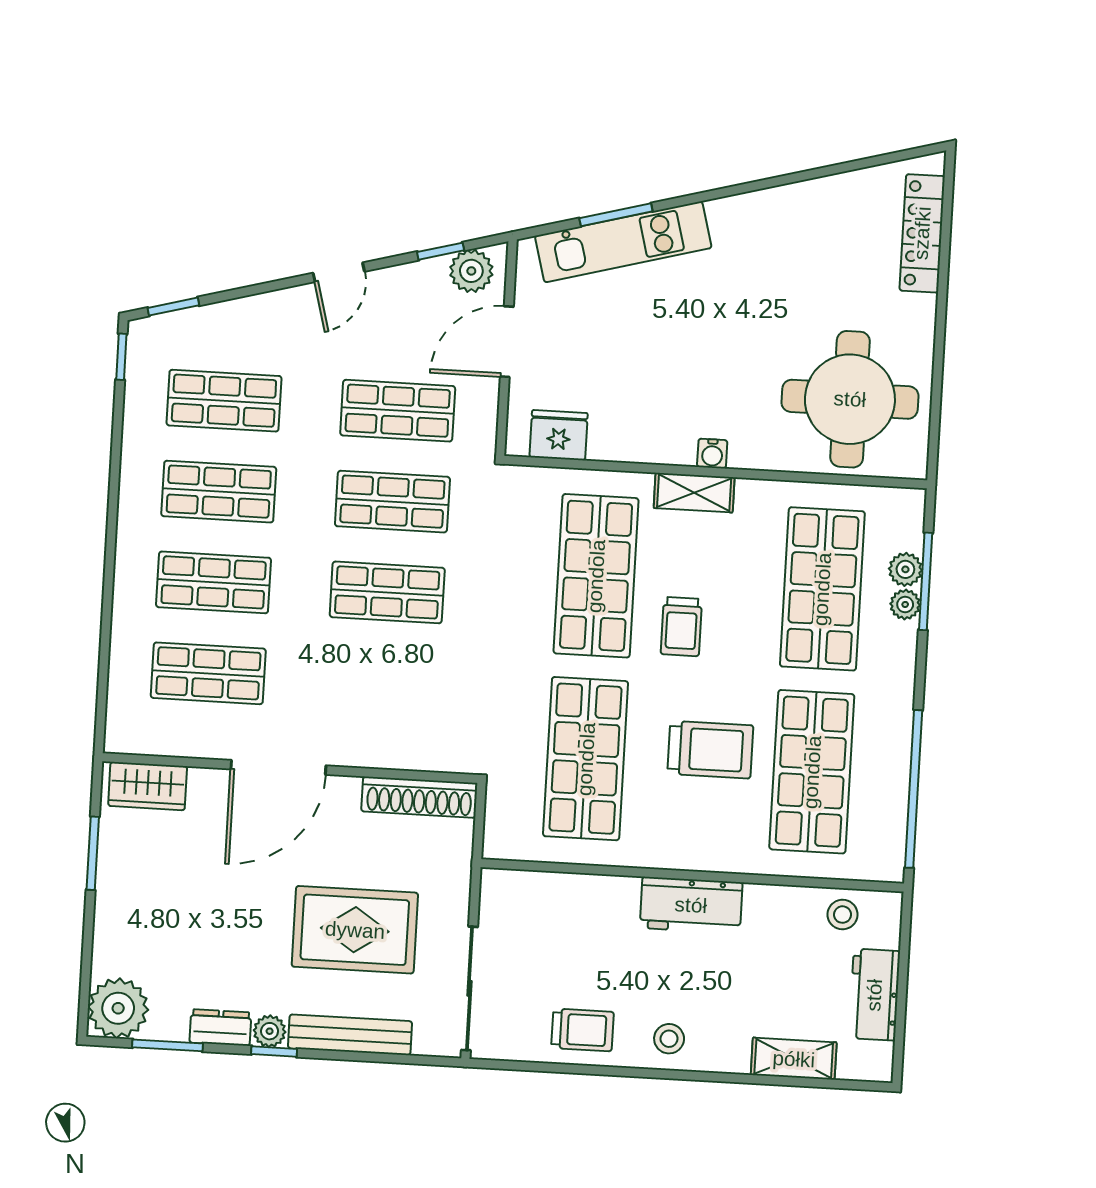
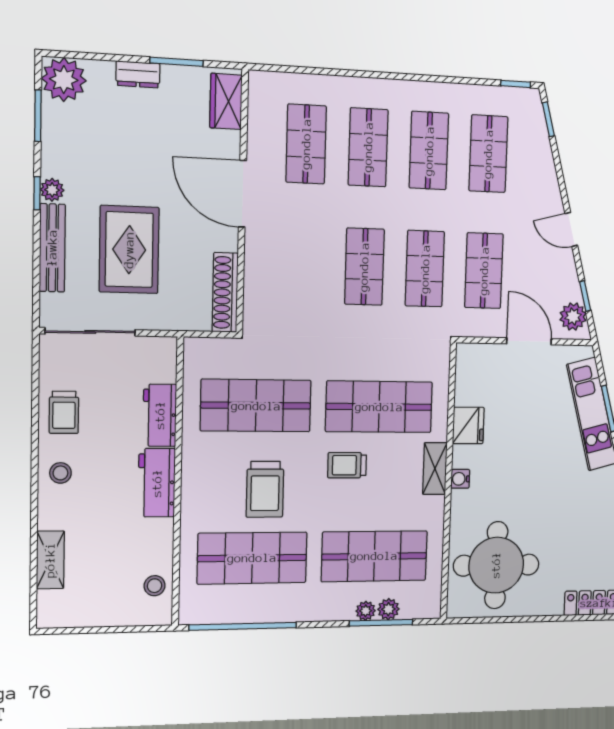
fridge: (559, 435) -> (468, 425), moved
workbench: (874, 995) -> (160, 415), moved, turned -90
dresser: (220, 1027) -> (138, 74), moved, turned 90

